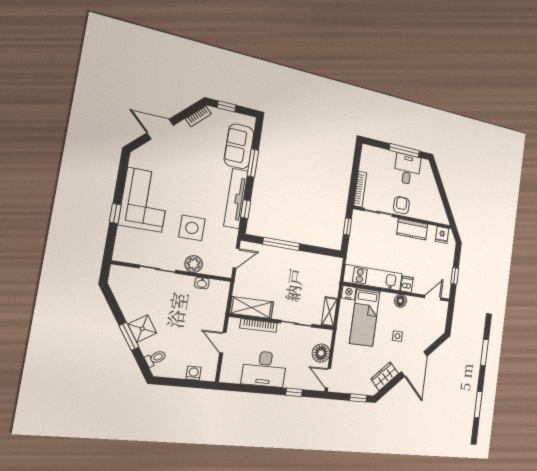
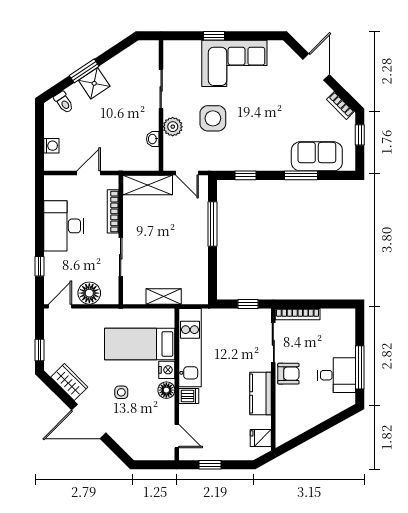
tv unit: (236, 198) -> (256, 162), removed
nightstand: (349, 293) -> (167, 370), moved
shelving: (252, 308) -> (148, 185), moved, turned 90
shelving: (329, 312) -> (164, 296), moved

